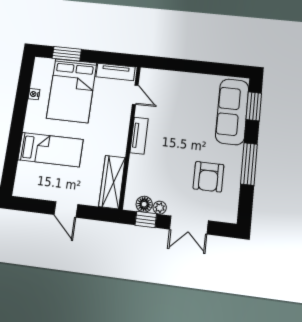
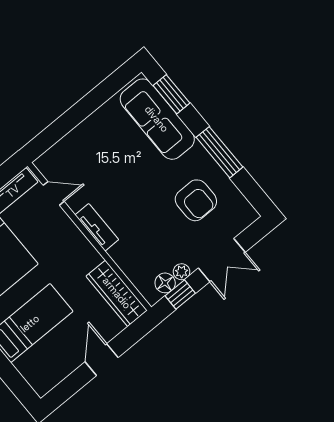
door: (66, 209) -> (102, 360), swing flipped

